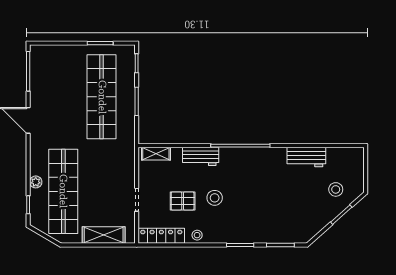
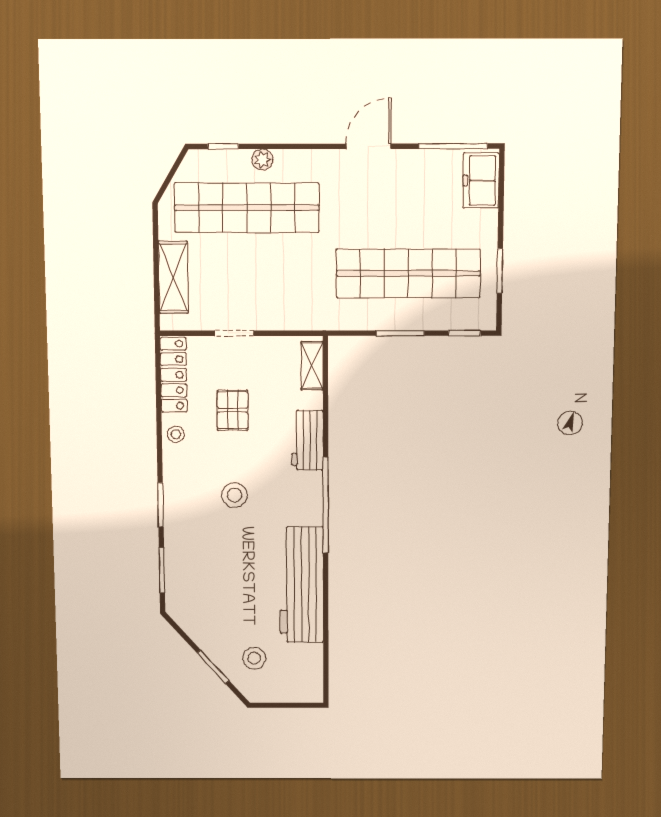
freezer: (48, 55) -> (481, 181), added
workbench: (306, 157) -> (302, 585), width x1.88, depth x1.32
stool: (215, 198) -> (234, 495), moved

